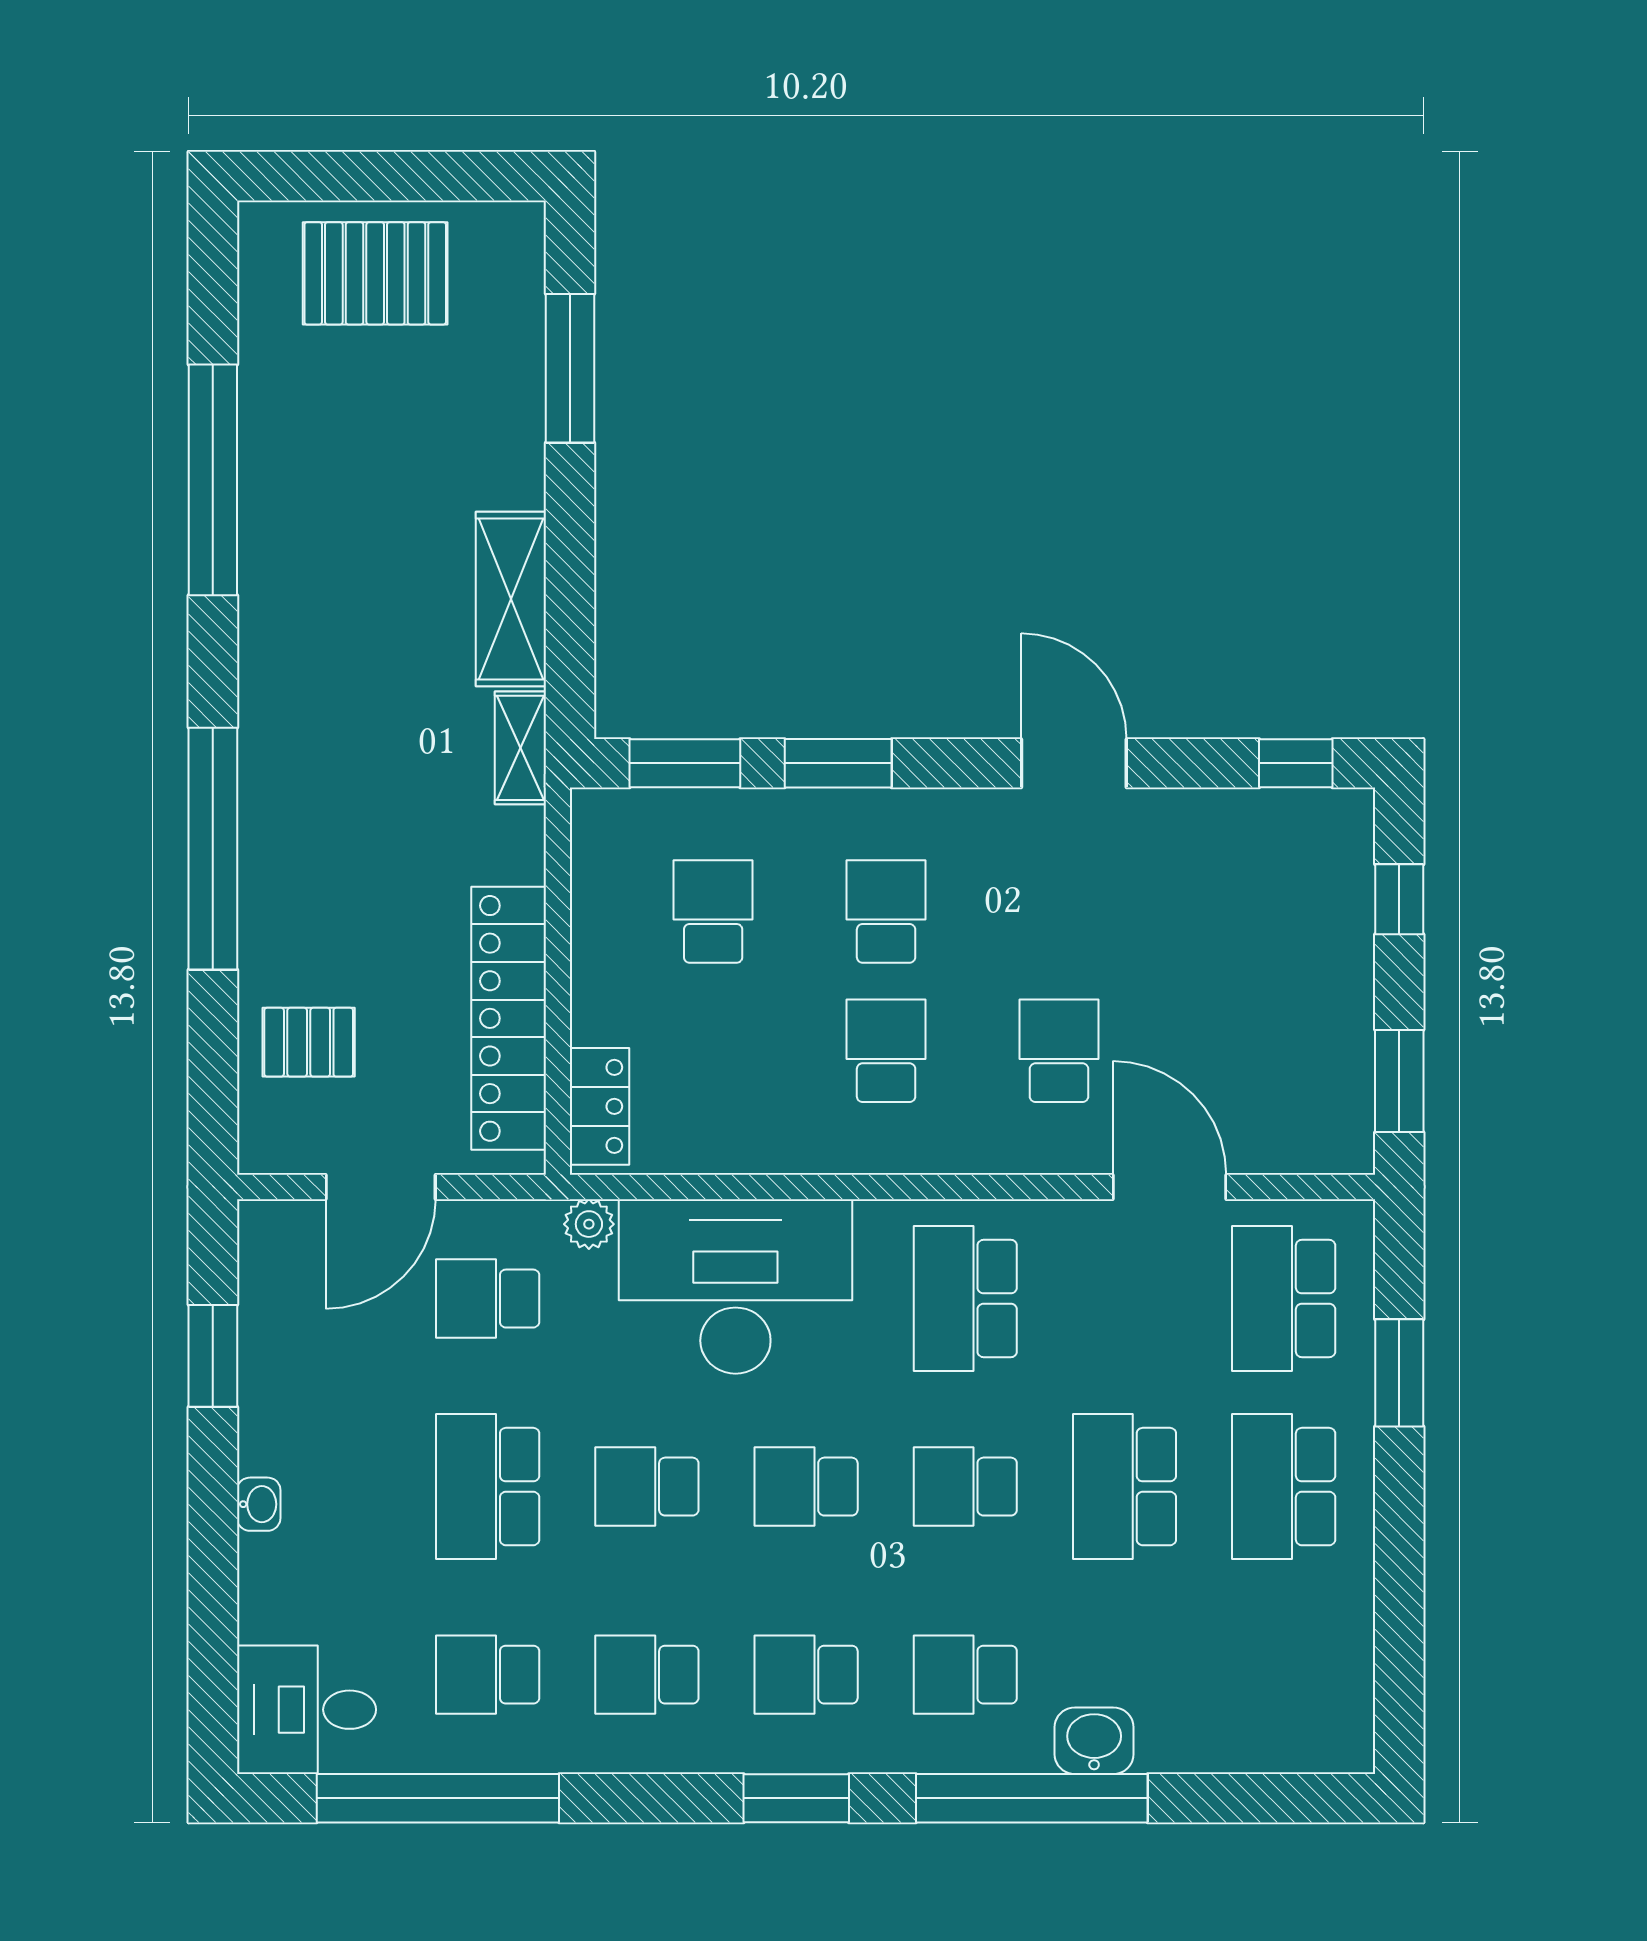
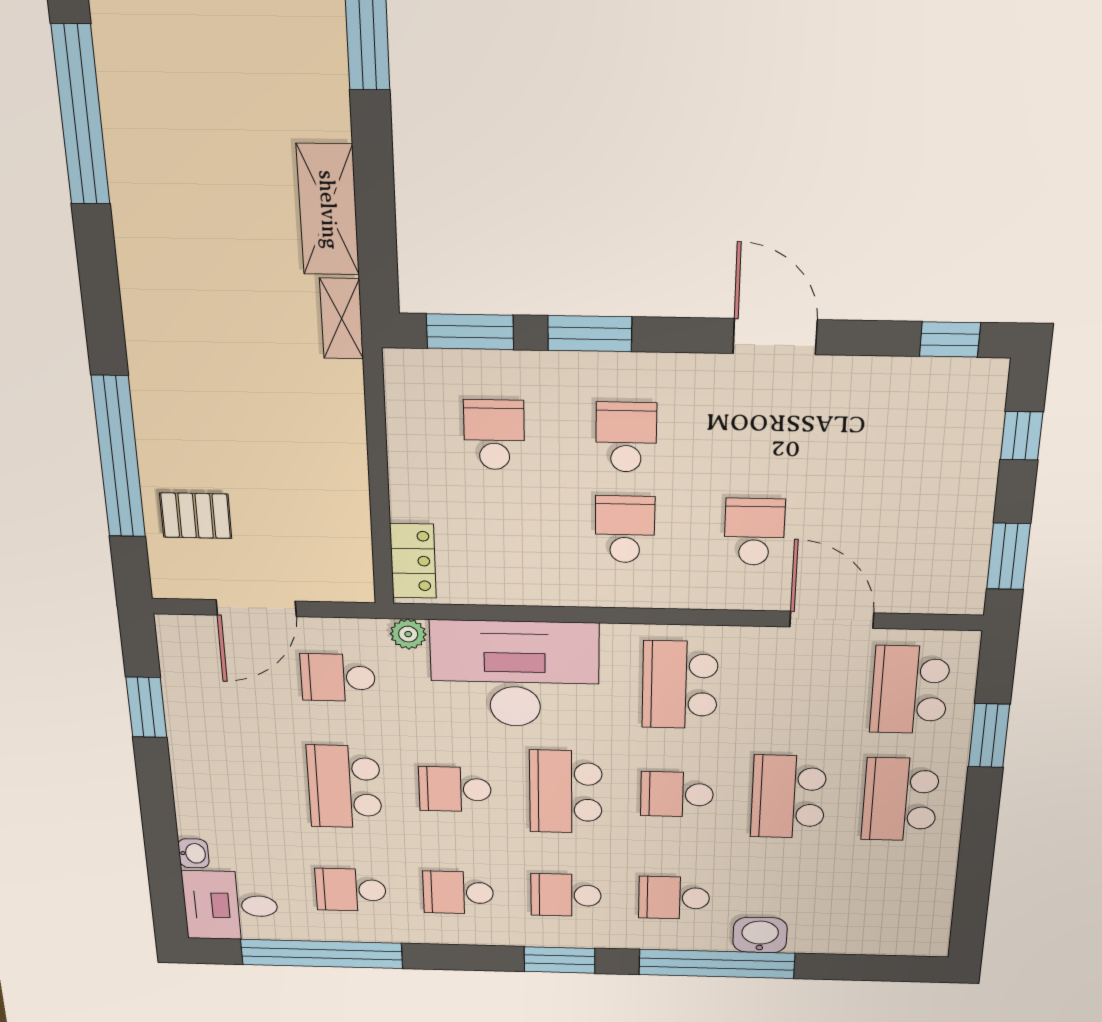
window: (213, 849) -> (119, 457), moved
locker: (509, 1018) -> (343, 503), removed
school desk: (806, 1487) -> (566, 792), width x1.85
washbasin: (259, 1504) -> (193, 853), moved

